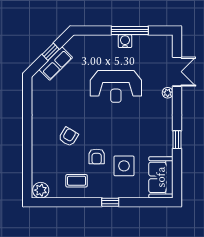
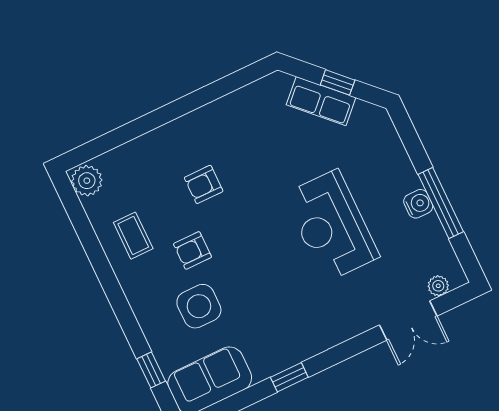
plant: (168, 93) -> (438, 286), moved
armchair: (68, 137) -> (204, 184), turned 149
window: (110, 202) -> (151, 370), moved

